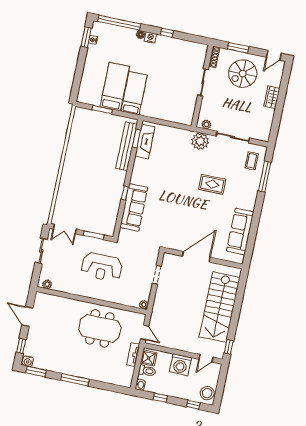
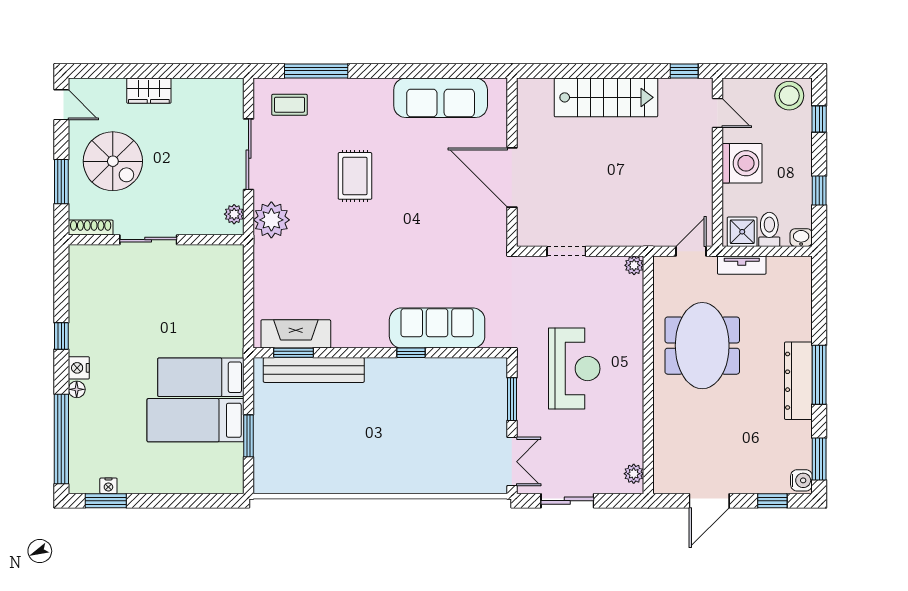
stairs: (220, 307) -> (606, 97), width x0.73, depth x0.66
dresser: (74, 370) -> (798, 381), added

